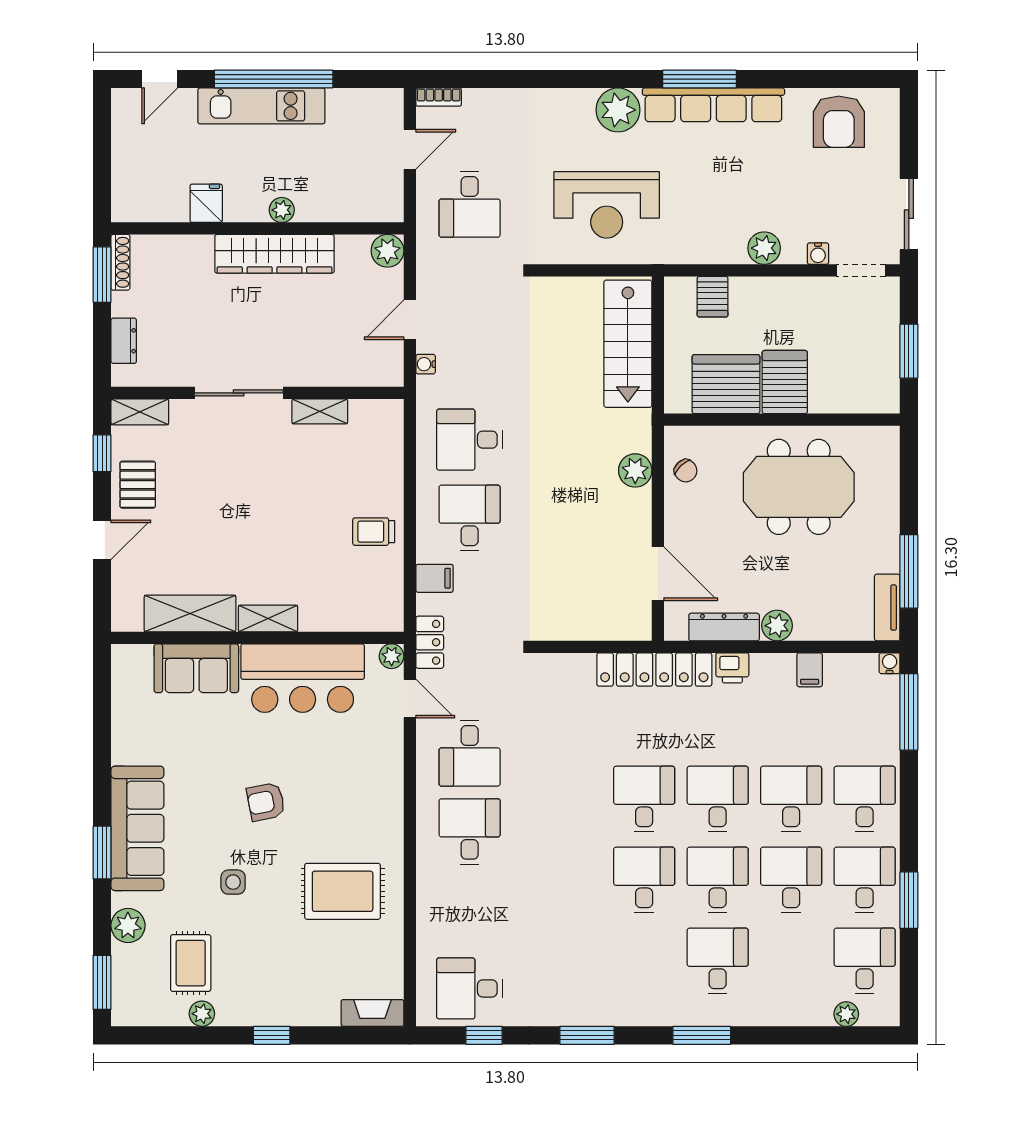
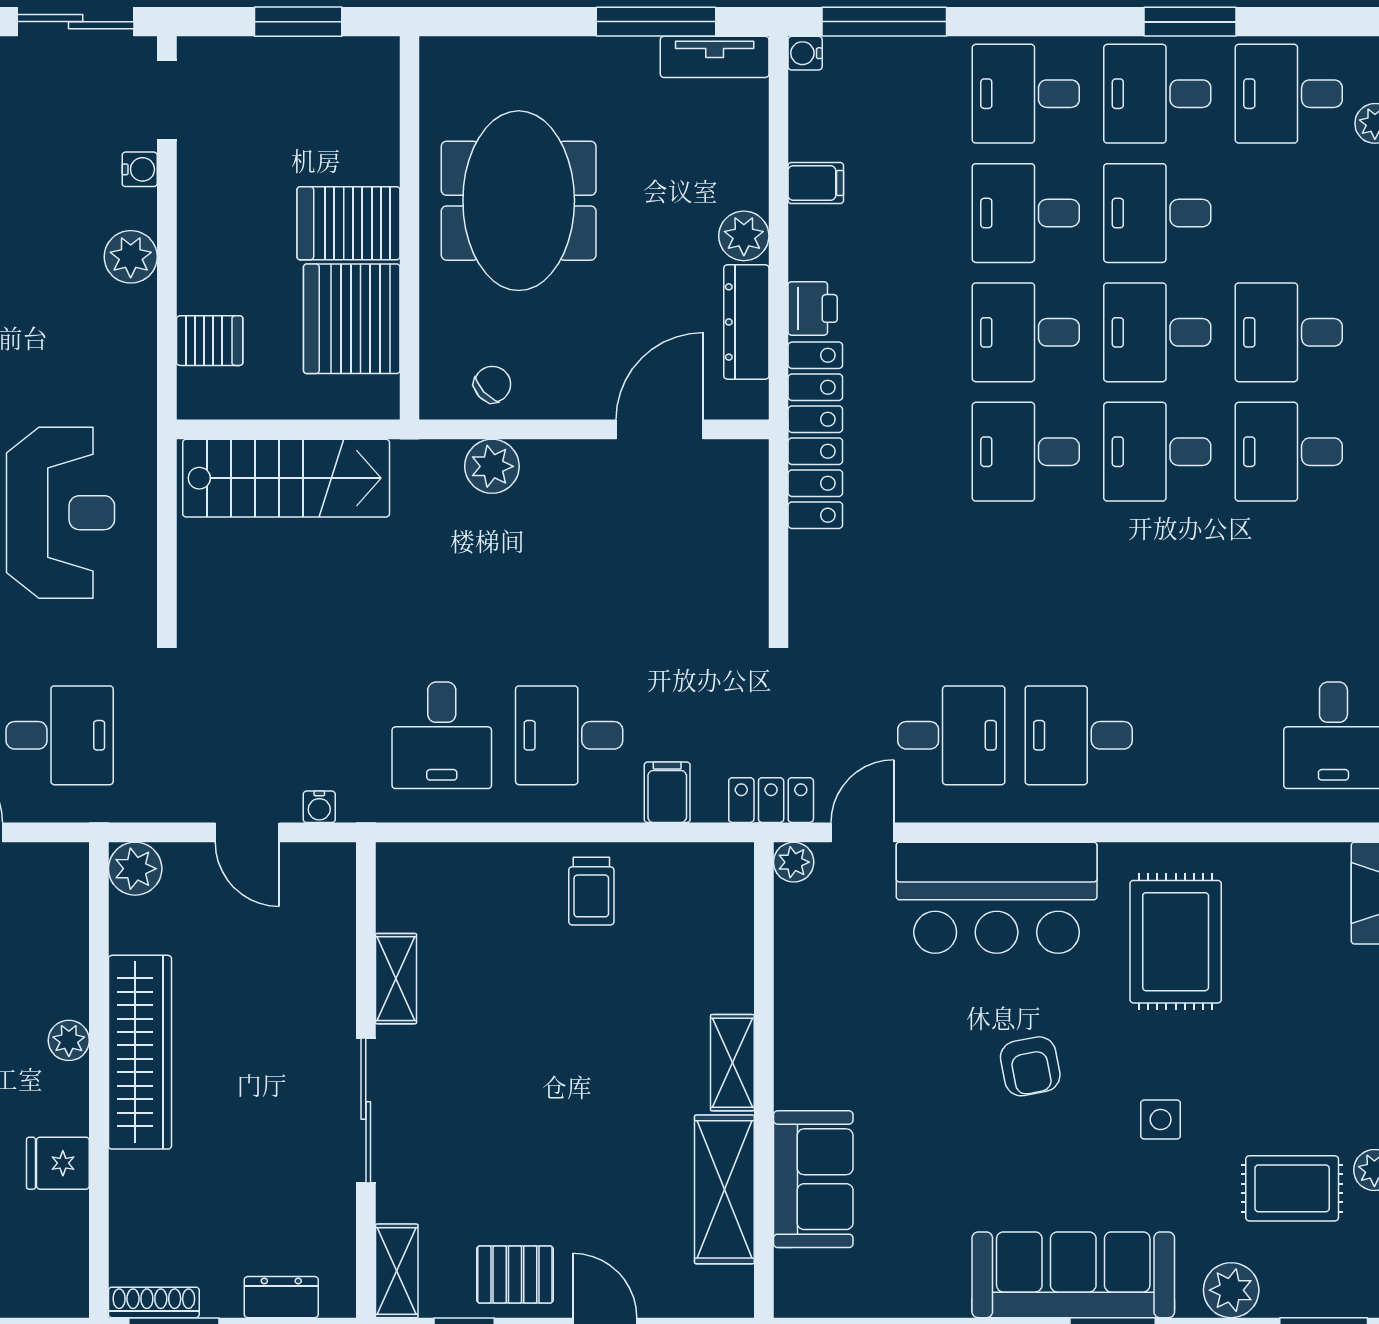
bar counter: (303, 678) -> (997, 898), moved, turned 90
desk: (644, 961) -> (1289, 452), added

